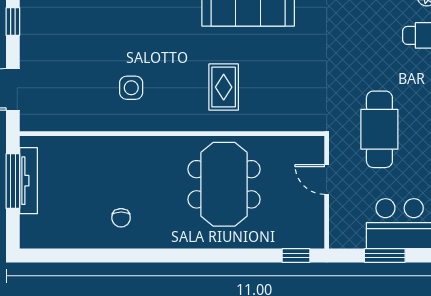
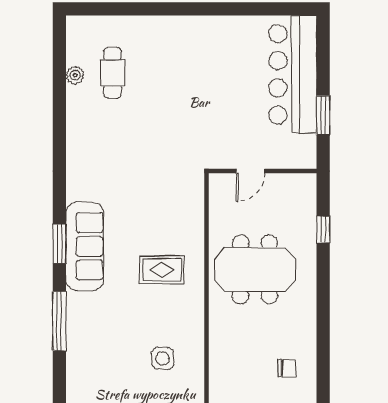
cafe table: (379, 129) -> (202, 121), removed
window: (296, 256) -> (323, 229), moved

